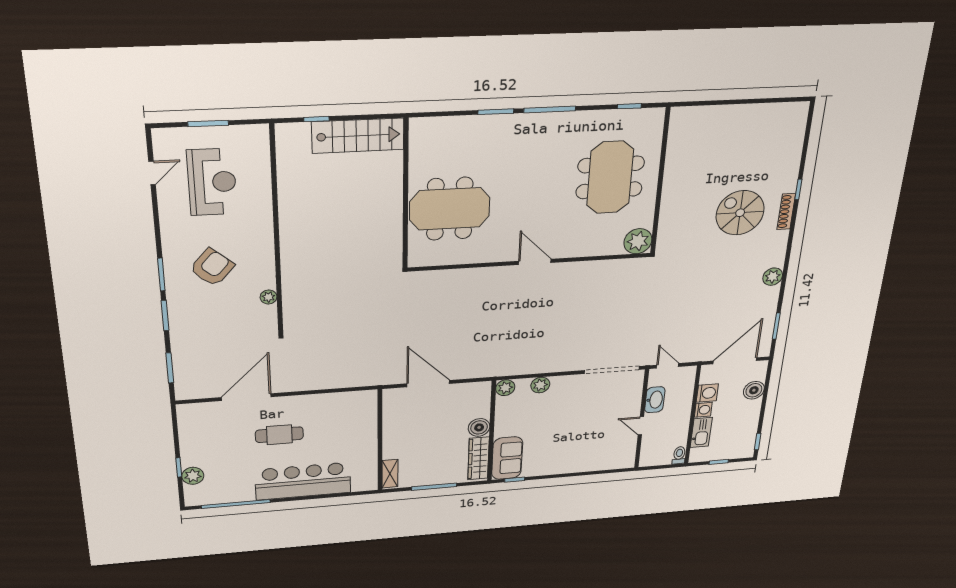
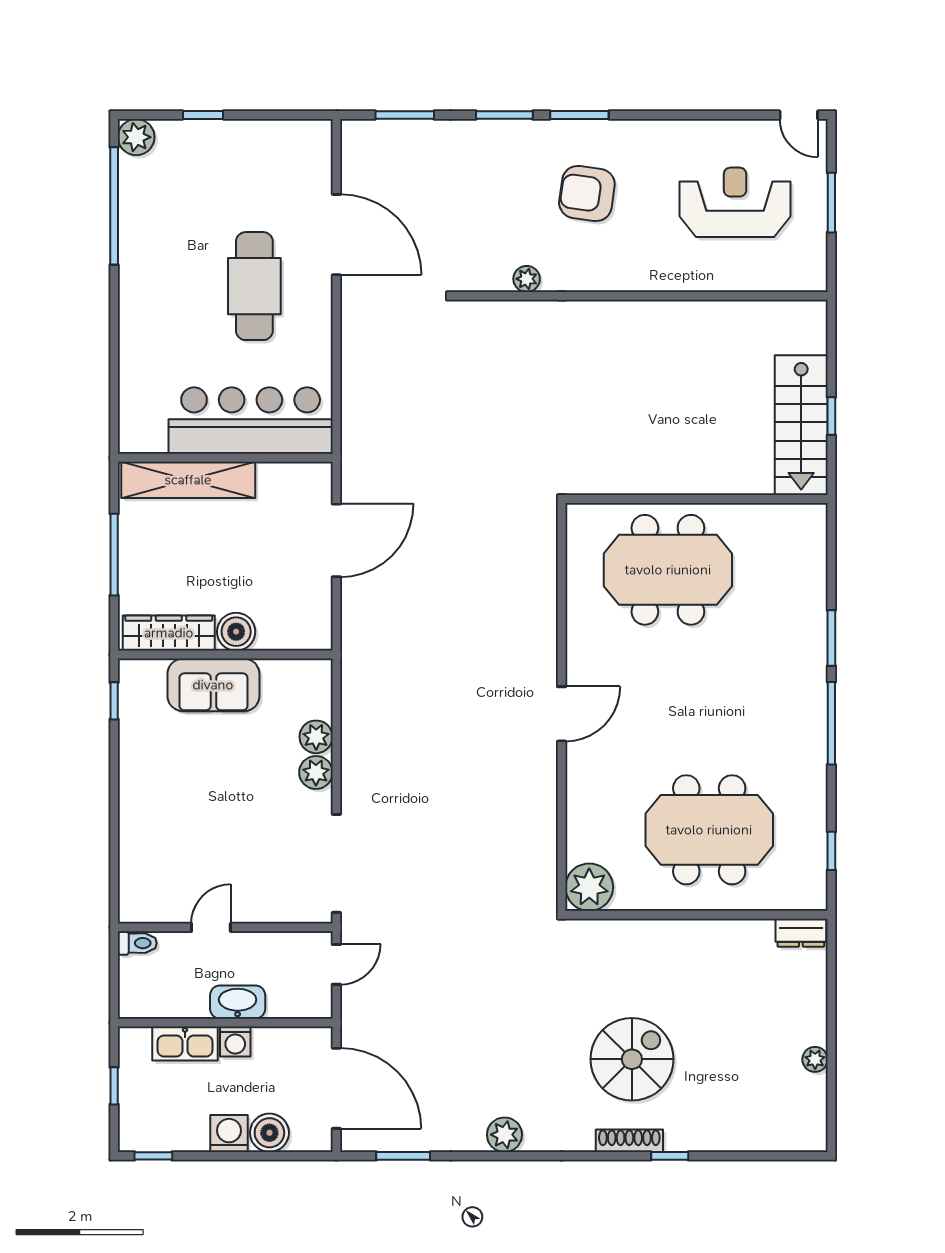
plant: (754, 111) -> (815, 1059), added
window: (316, 119) -> (831, 416), moved
dresser: (677, 122) -> (801, 933), added
door: (152, 173) -> (799, 115), moved
reception desk: (212, 182) -> (735, 202), turned 180
meeting table: (450, 209) -> (668, 570), turned 90
armchair: (212, 267) -> (587, 194), turned 147
plant: (505, 388) -> (316, 772), moved
washing machine: (707, 393) -> (229, 1134), moved, turned 180
washbasin: (655, 400) -> (238, 1002), moved, turned 180
cafe table: (279, 435) -> (254, 286), width x1.37, depth x1.35
toilet: (679, 455) -> (137, 943), moved
sofa: (507, 458) -> (213, 685), moved
shelving: (390, 474) -> (188, 480), width x2.20, depth x1.33
plant: (193, 476) -> (136, 137), moved
bar counter: (303, 481) -> (251, 421), moved, turned -90

